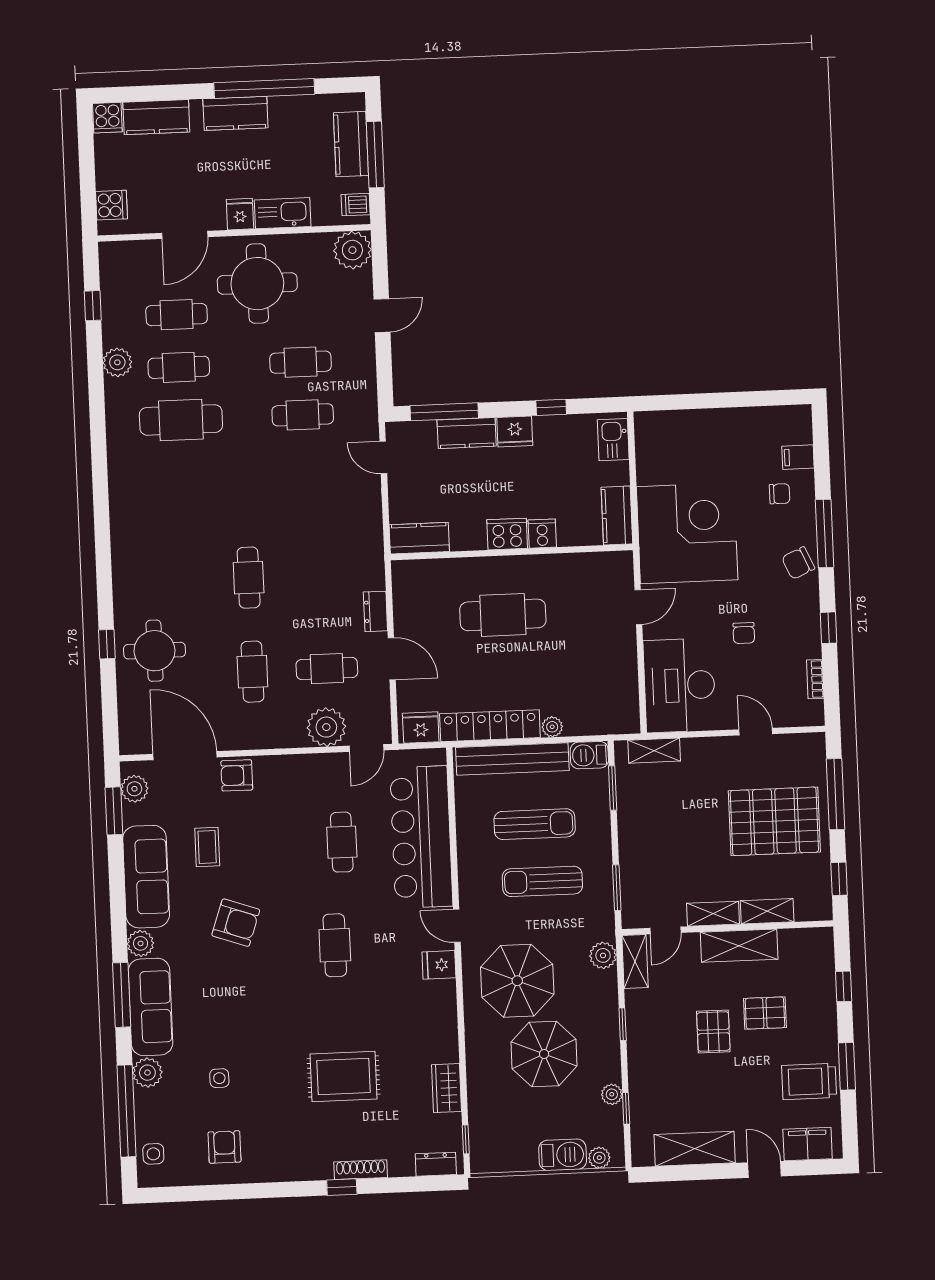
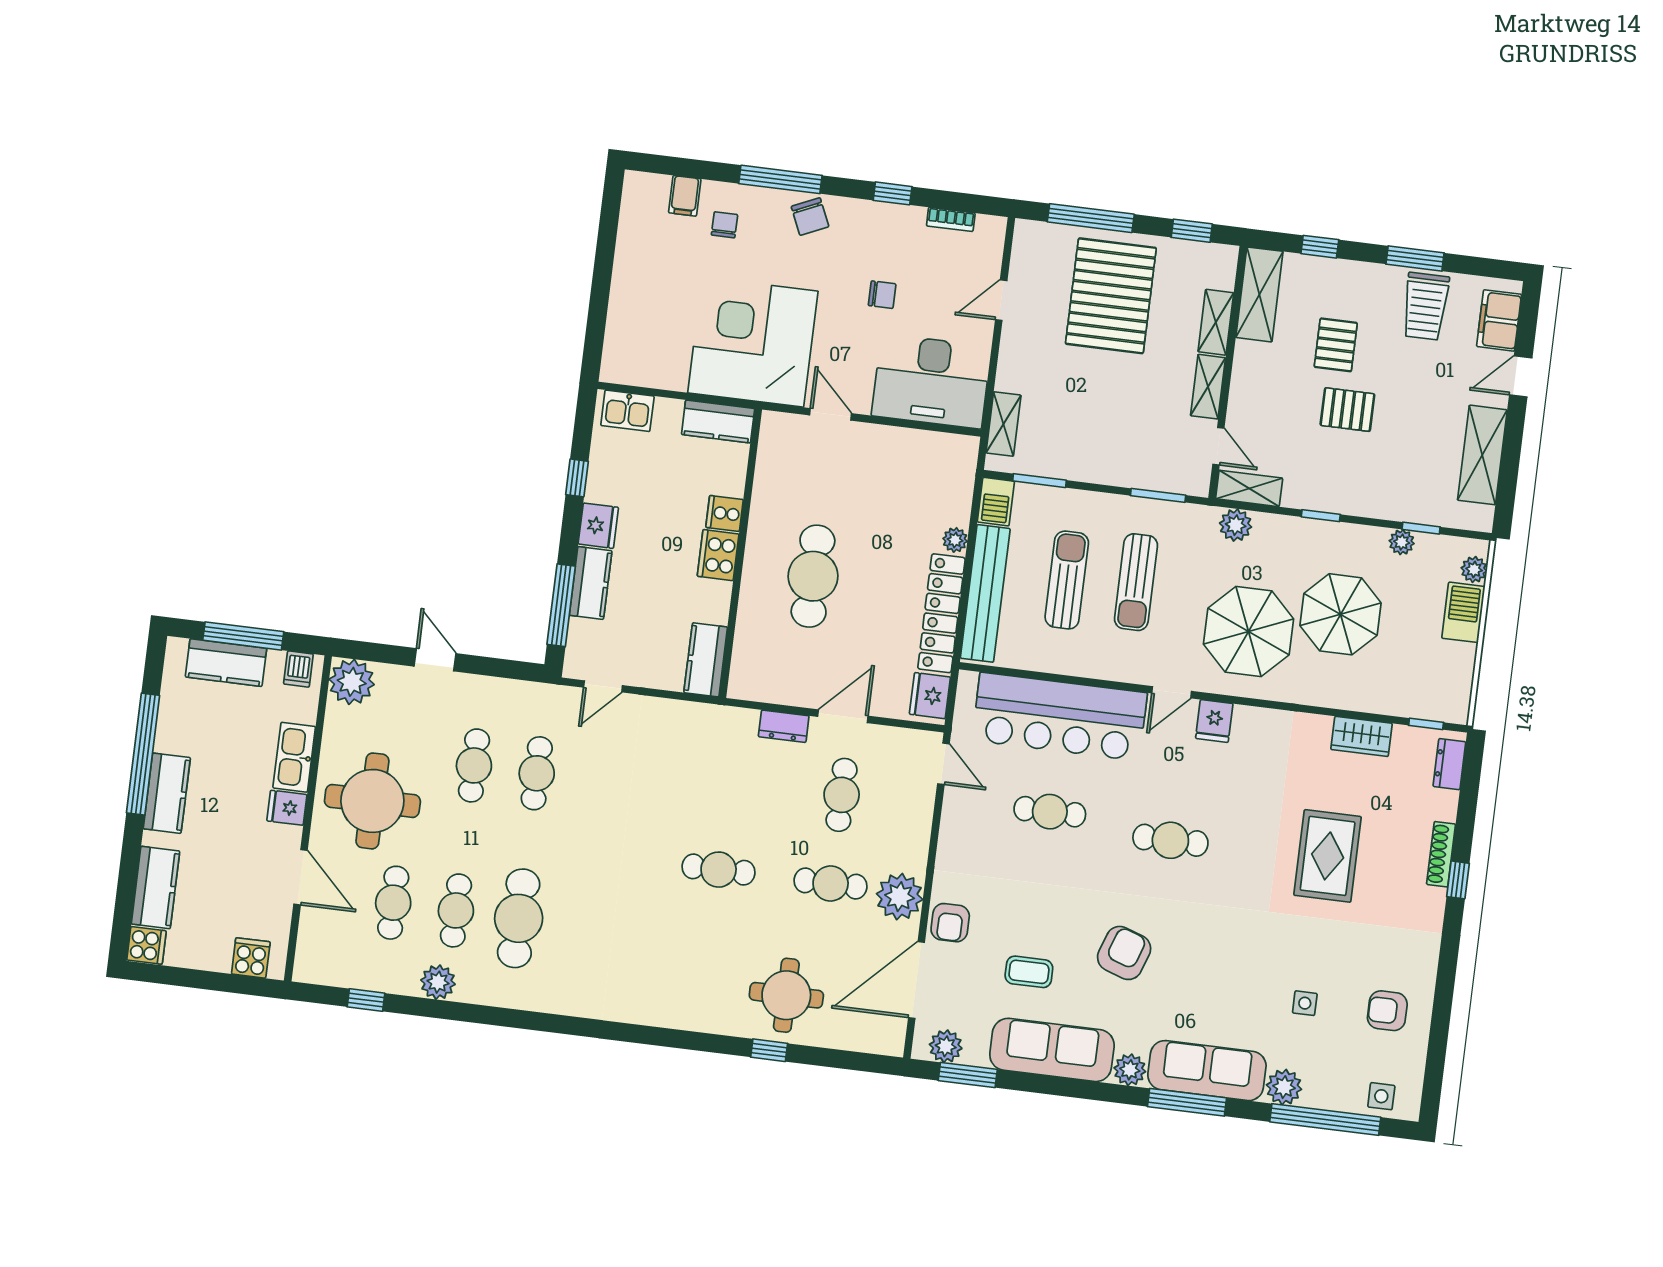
plant: (326, 727) -> (900, 897), moved
shelving: (739, 946) -> (1259, 294), moved

